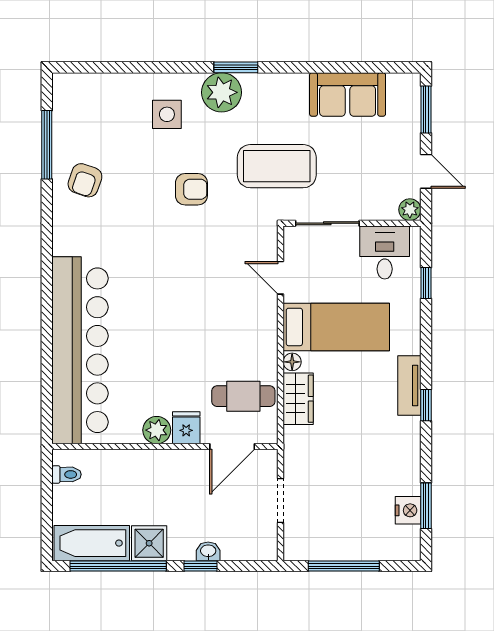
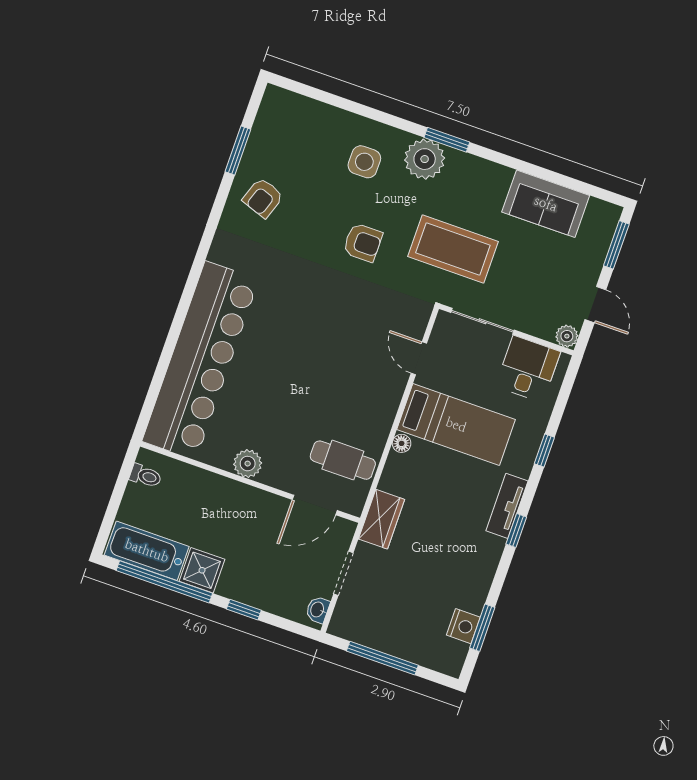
window: (47, 145) -> (238, 151), width x0.69
window: (426, 283) -> (544, 450), moved
wardrobe: (298, 399) -> (382, 519), moved
fridge: (186, 428) -> (277, 471), removed
washbasin: (208, 551) -> (318, 610), moved, turned -90

